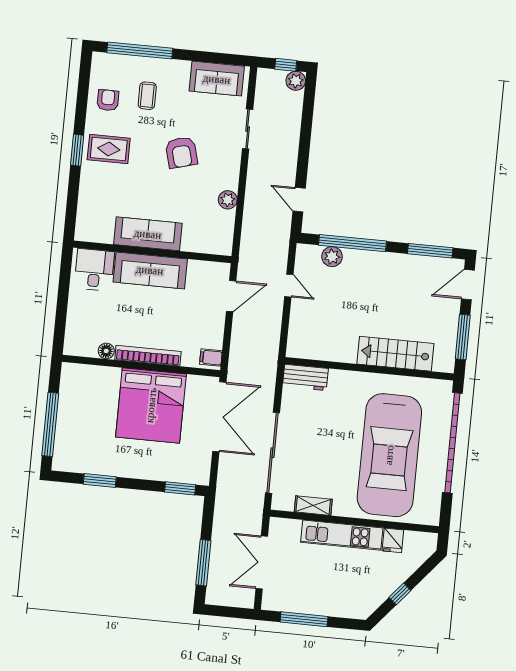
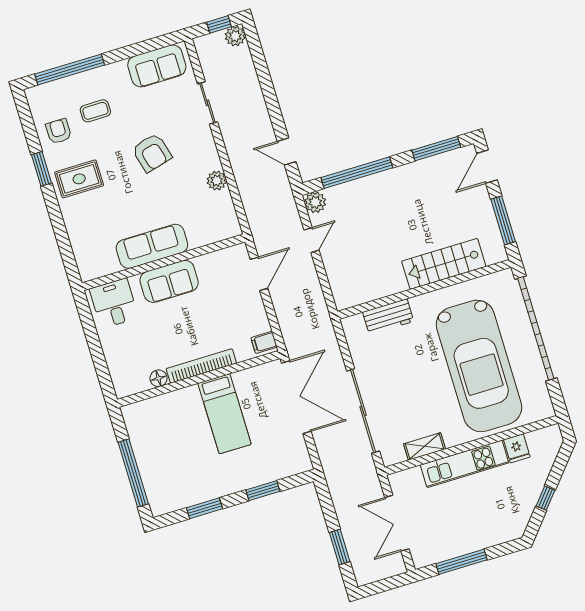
coffee table: (147, 96) -> (95, 111), turned 90
window: (77, 150) -> (41, 169), moved
plant: (332, 257) -> (315, 202), moved
sofa: (150, 270) -> (169, 281), width x0.73
door: (289, 286) -> (311, 240), hinge flipped
workbench: (305, 377) -> (388, 317), moved
bed: (151, 405) -> (224, 414), width x0.49
window: (180, 488) -> (263, 491), moved
window: (203, 563) -> (340, 547), width x0.69

